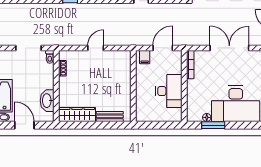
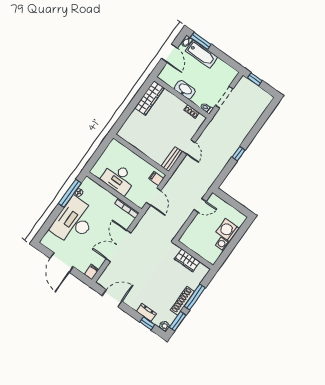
double door: (229, 48) -> (119, 246), swing flipped
washbasin: (47, 101) -> (185, 90), moved
bench: (110, 116) -> (172, 159), moved
door: (24, 125) -> (169, 53), hinge flipped
window: (213, 125) -> (70, 193), width x1.44

